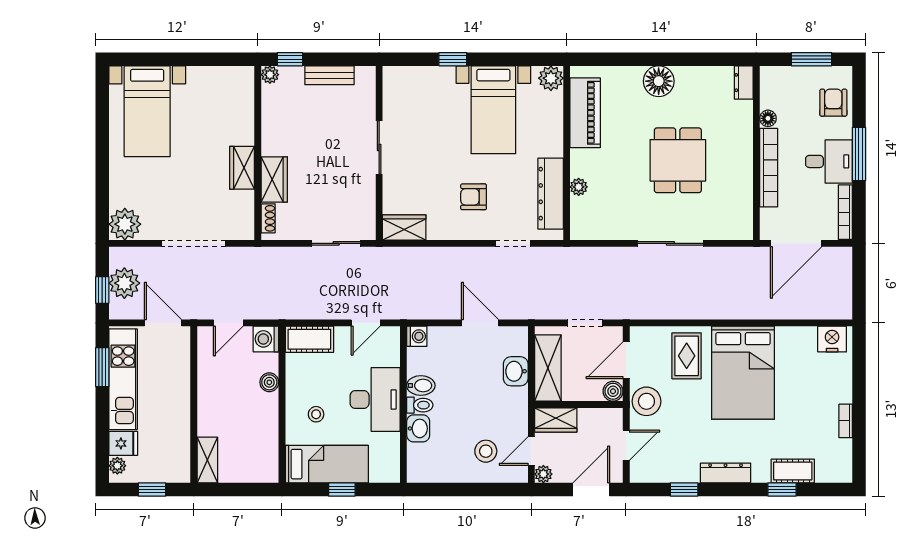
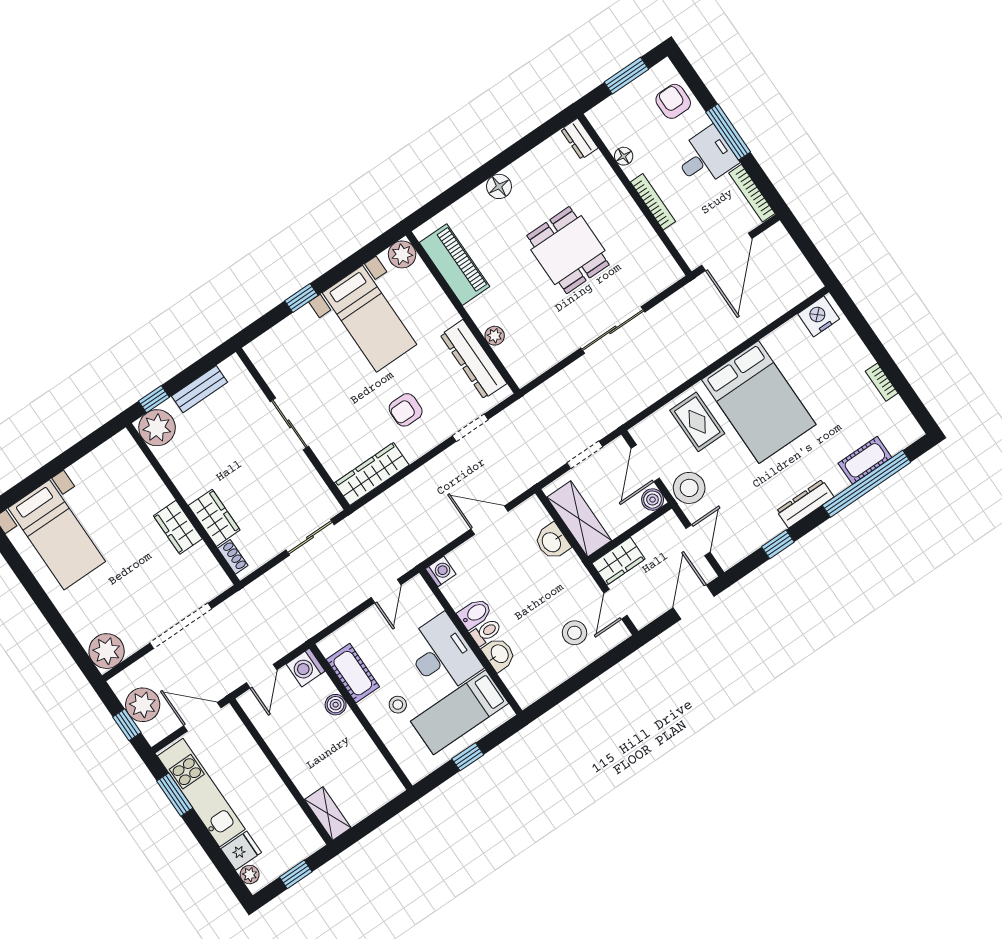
plant: (270, 75) -> (157, 428), width x1.88, depth x1.88
floor lamp: (659, 81) -> (499, 186), width x0.73, depth x0.73
bookcase: (769, 168) -> (653, 202), width x0.68, depth x0.76
wardrobe: (404, 227) -> (372, 474), width x1.50
cot: (309, 339) -> (353, 673), moved, turned 90
bed: (327, 464) -> (460, 712), moved, turned 180
plant: (543, 474) -> (641, 618), removed
window: (782, 489) -> (867, 484), width x3.17

